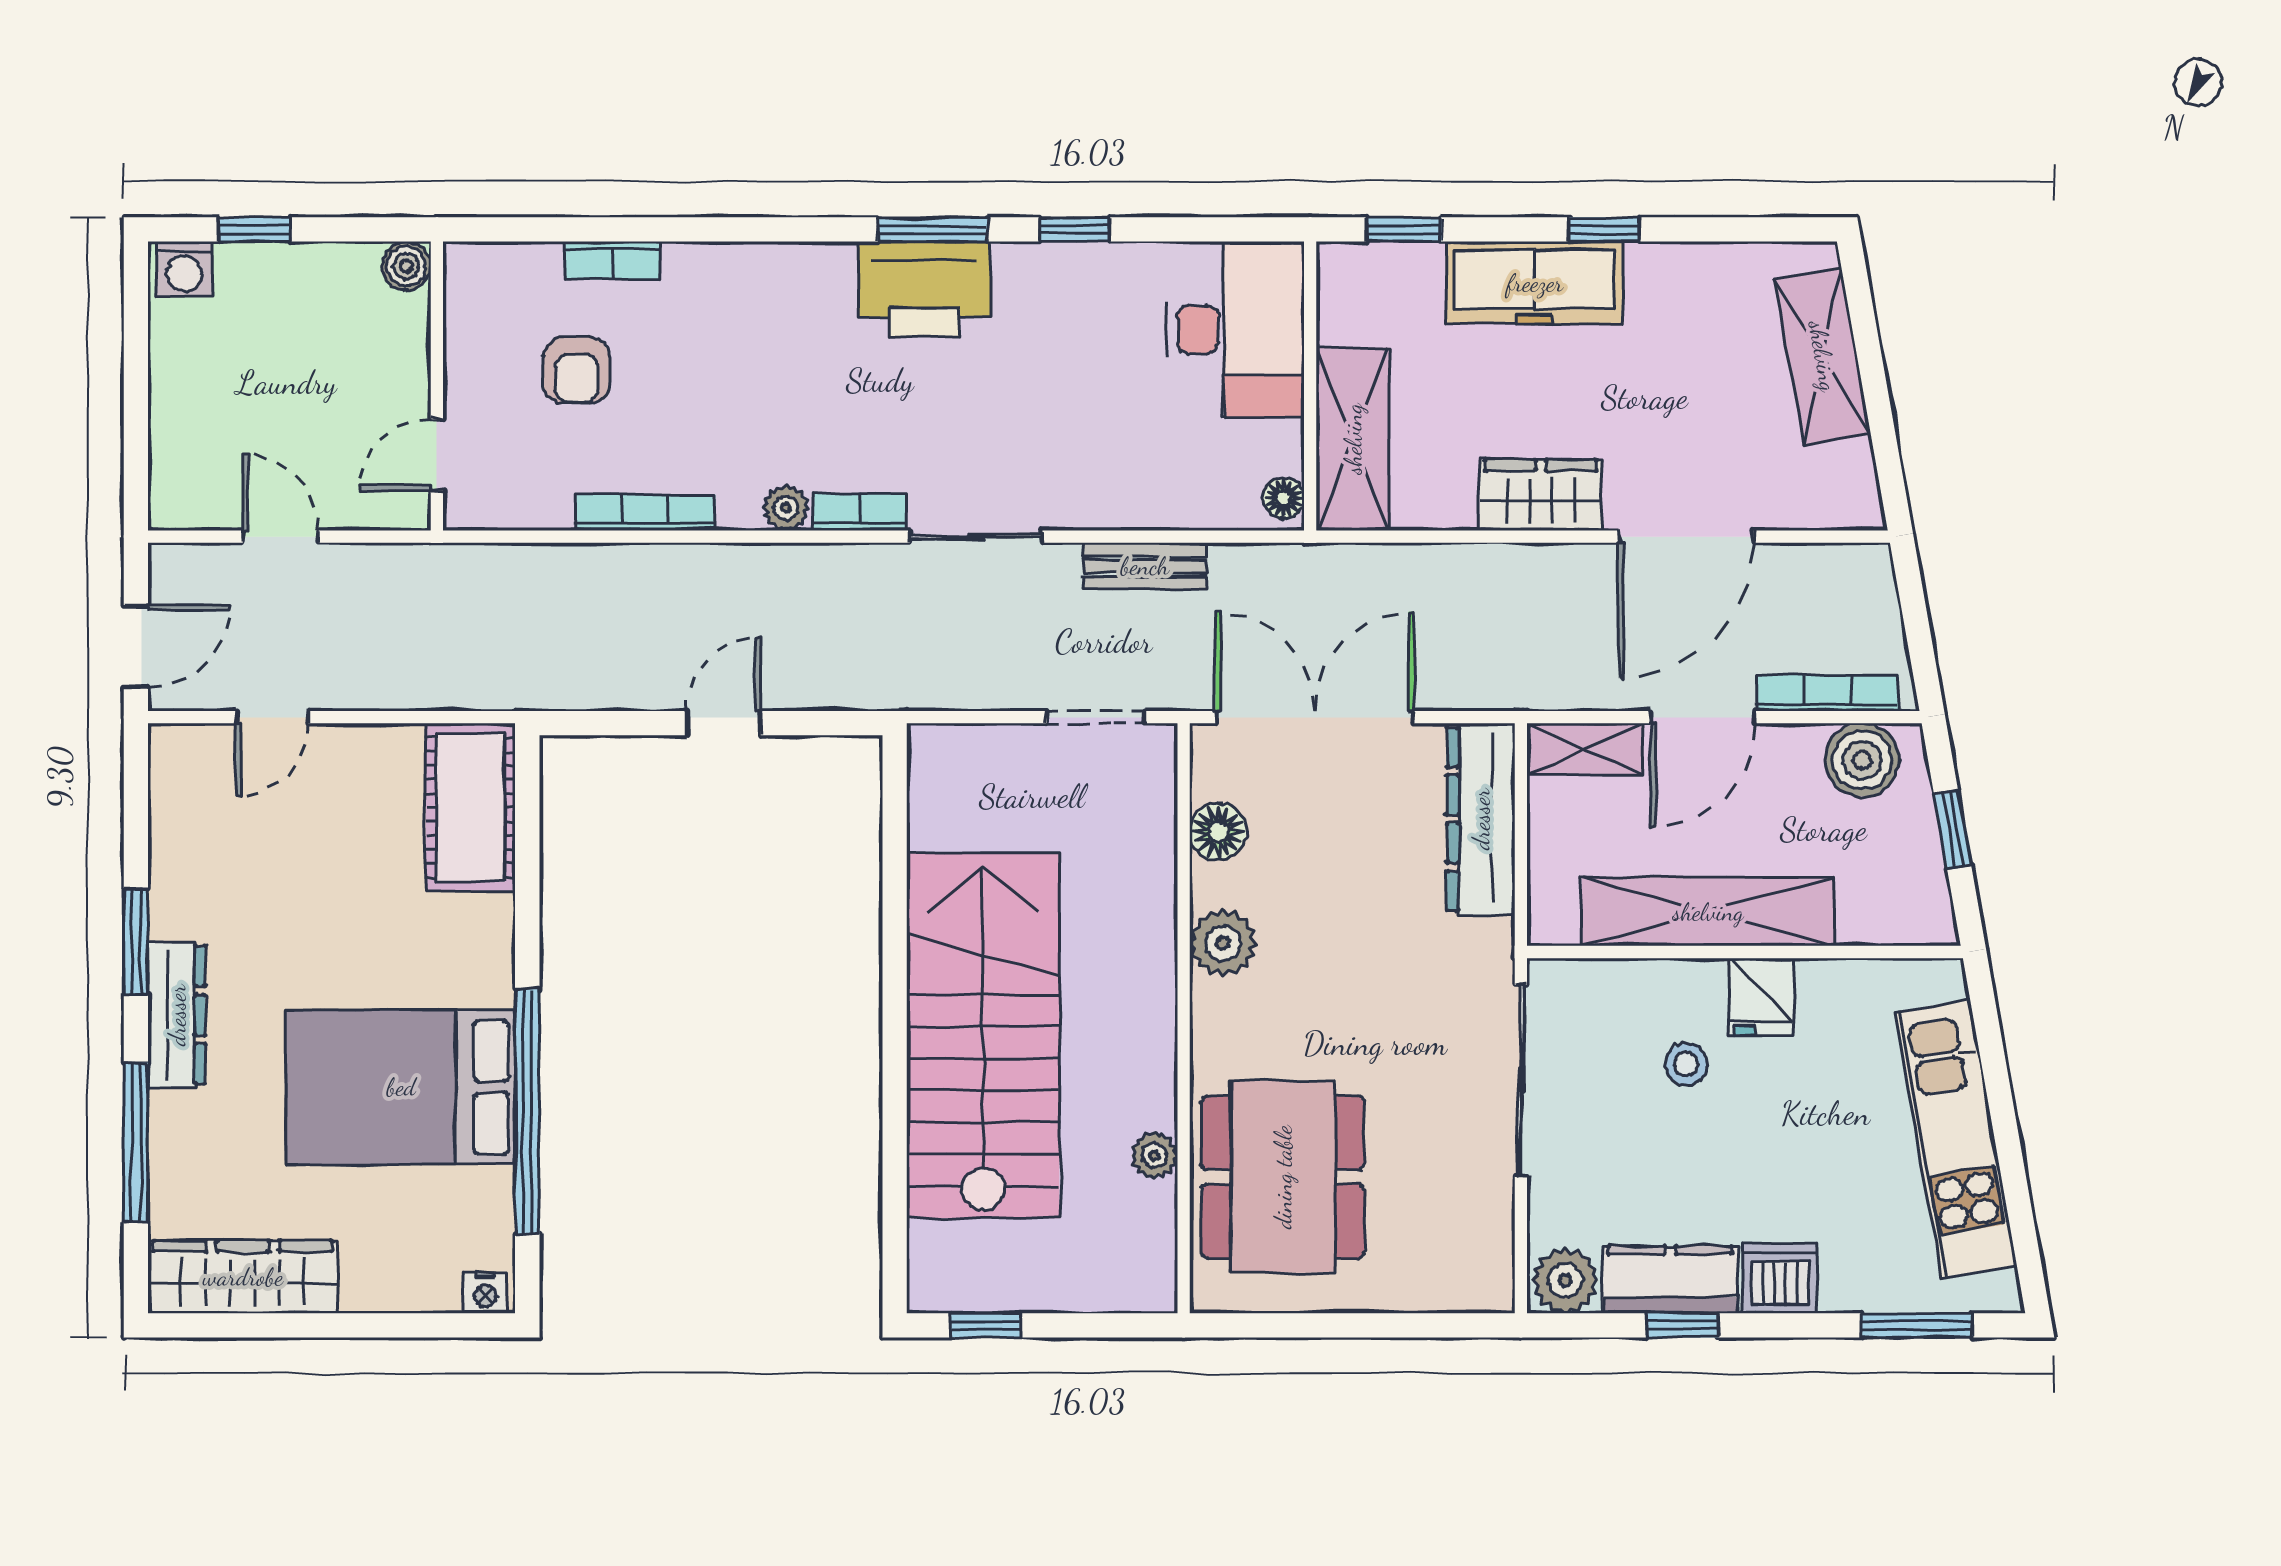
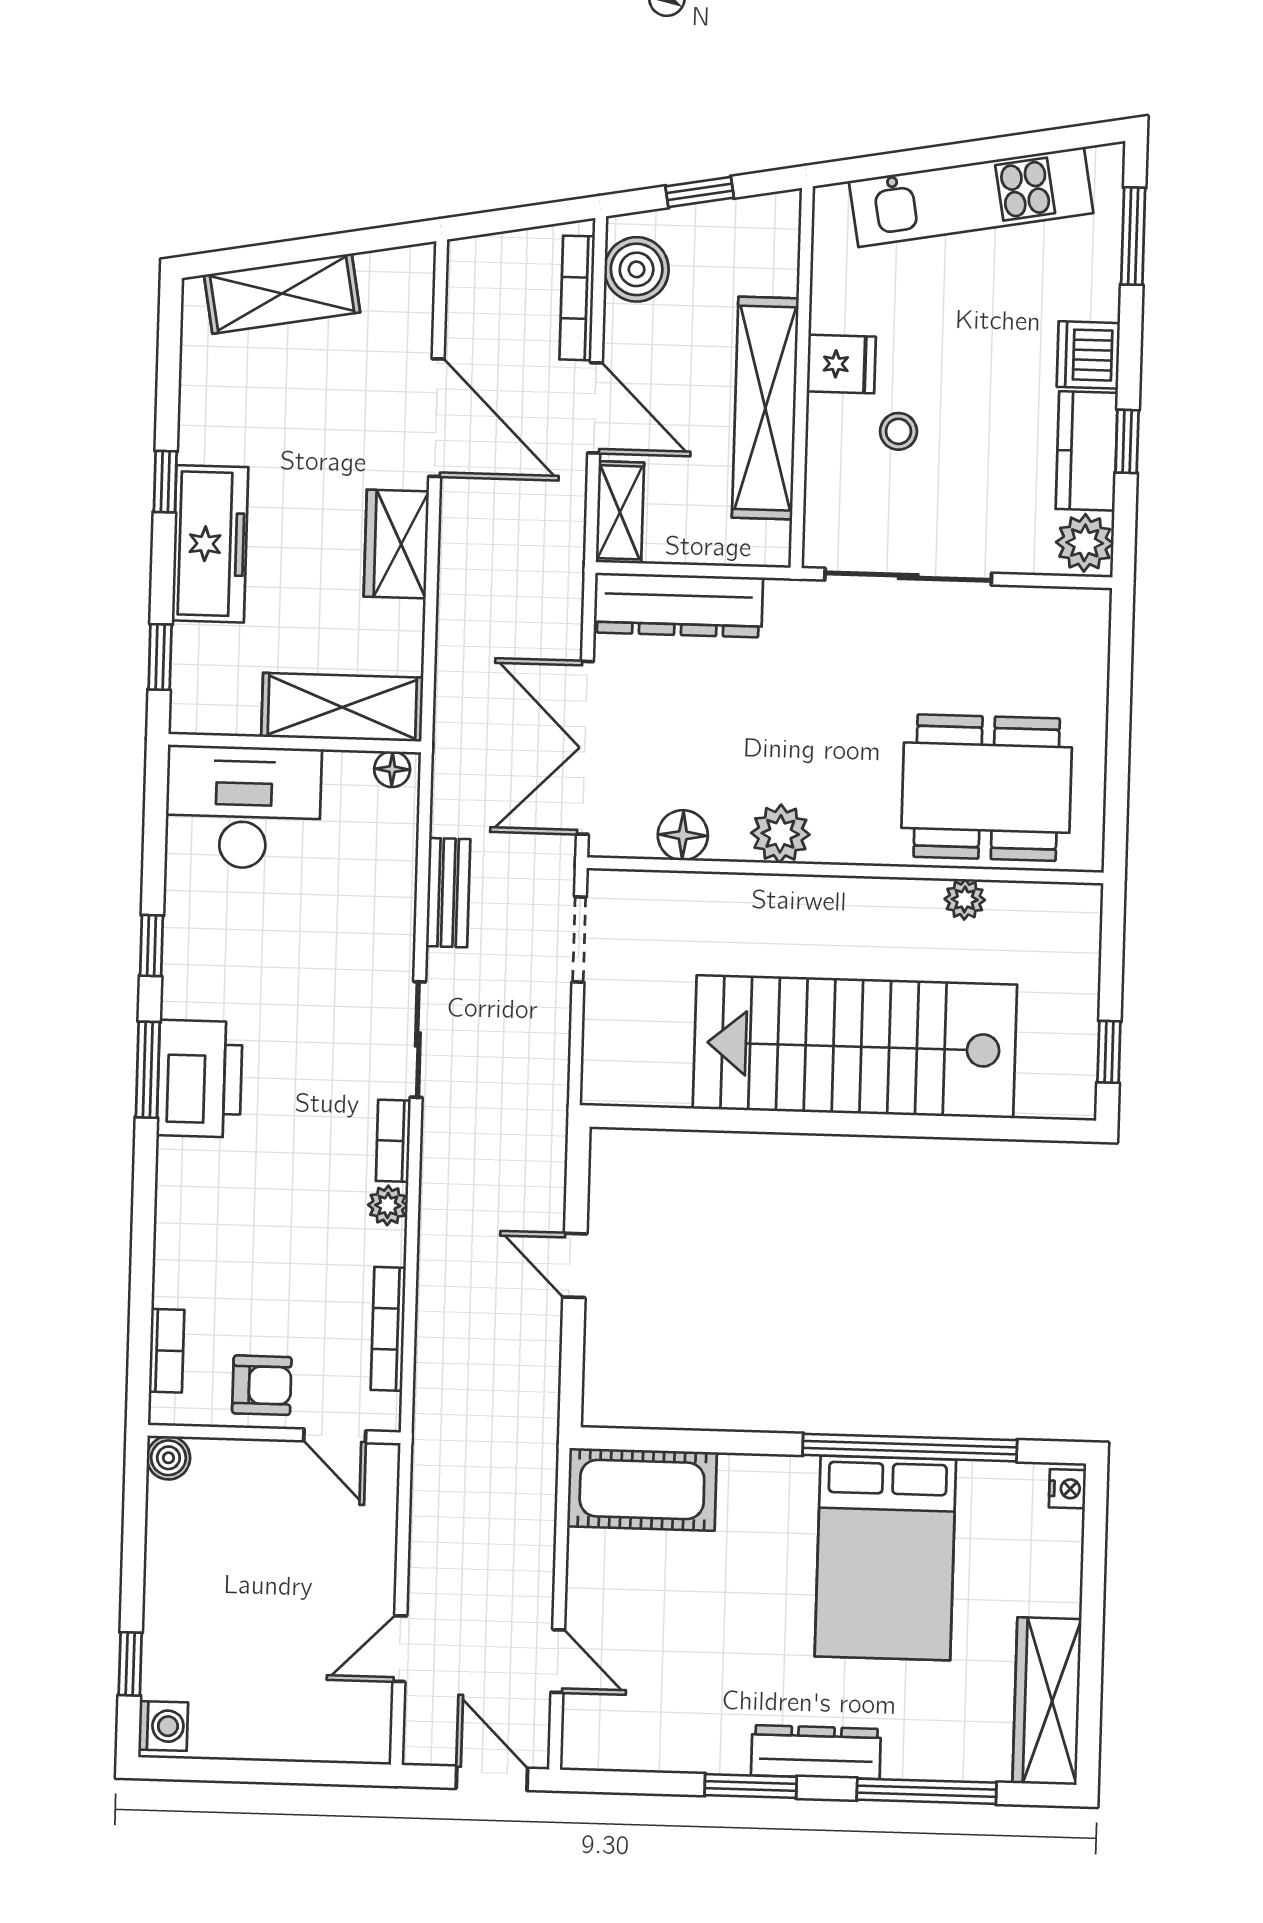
boiler: (406, 266) -> (168, 1458), moved
wall: (437, 386) -> (274, 1434), moved
door: (437, 455) -> (335, 1436), moved

